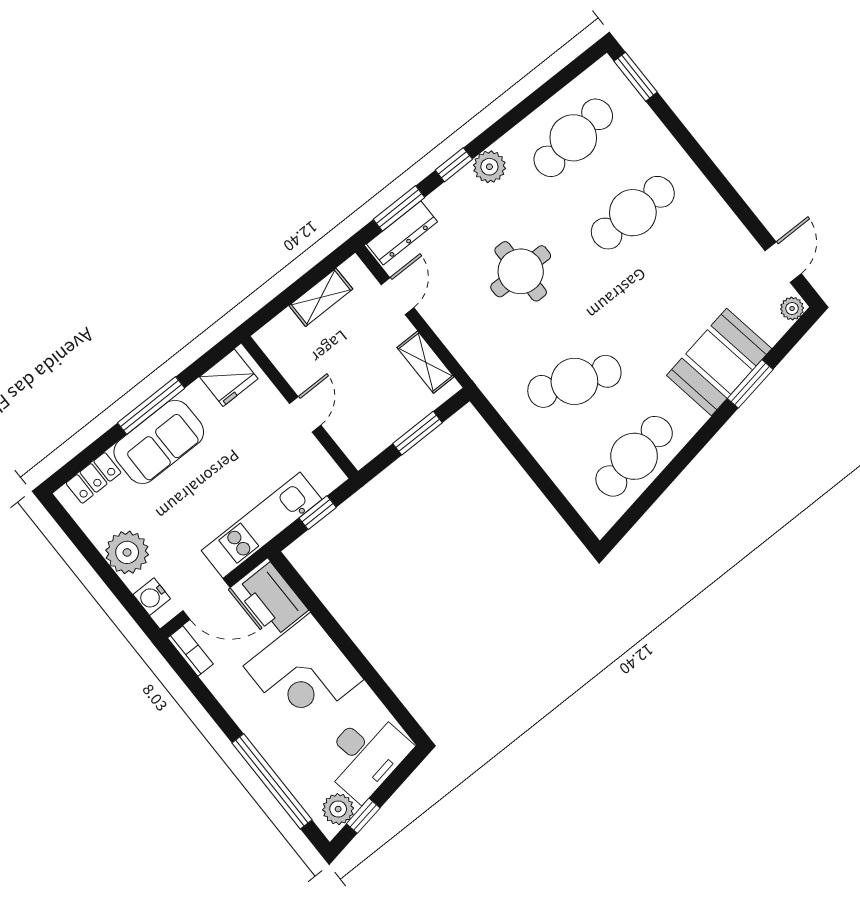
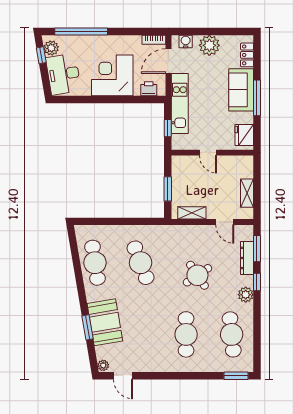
dresser: (402, 233) -> (247, 258), moved
round table: (521, 271) -> (197, 275), turned -34
cafe table: (574, 381) -> (141, 263), turned -42
printer: (272, 600) -> (149, 89), width x0.53, depth x0.68

